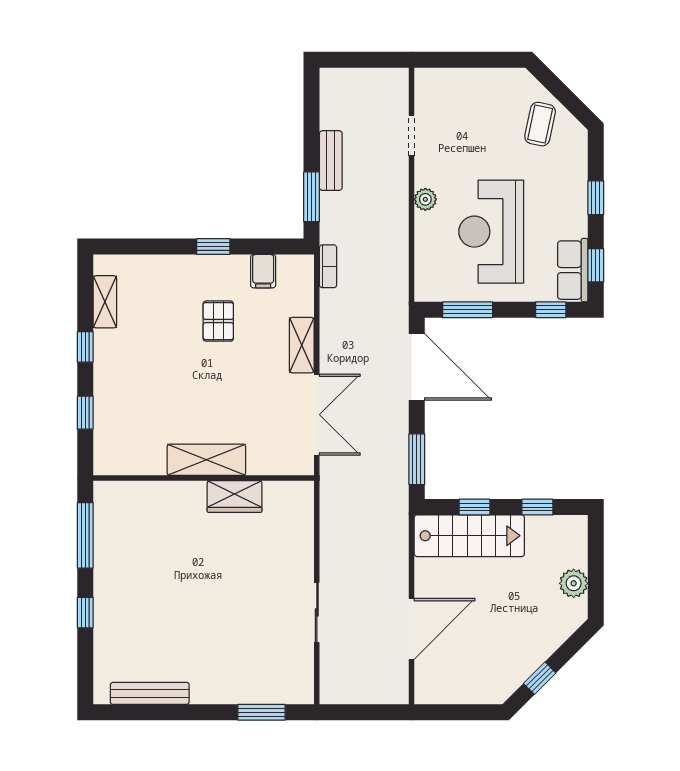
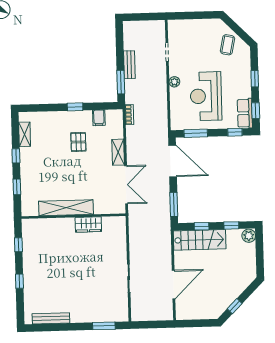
shelving: (206, 460) -> (66, 208), width x1.47
window: (85, 535) -> (18, 245), width x0.46
plant: (574, 583) -> (249, 236), moved

